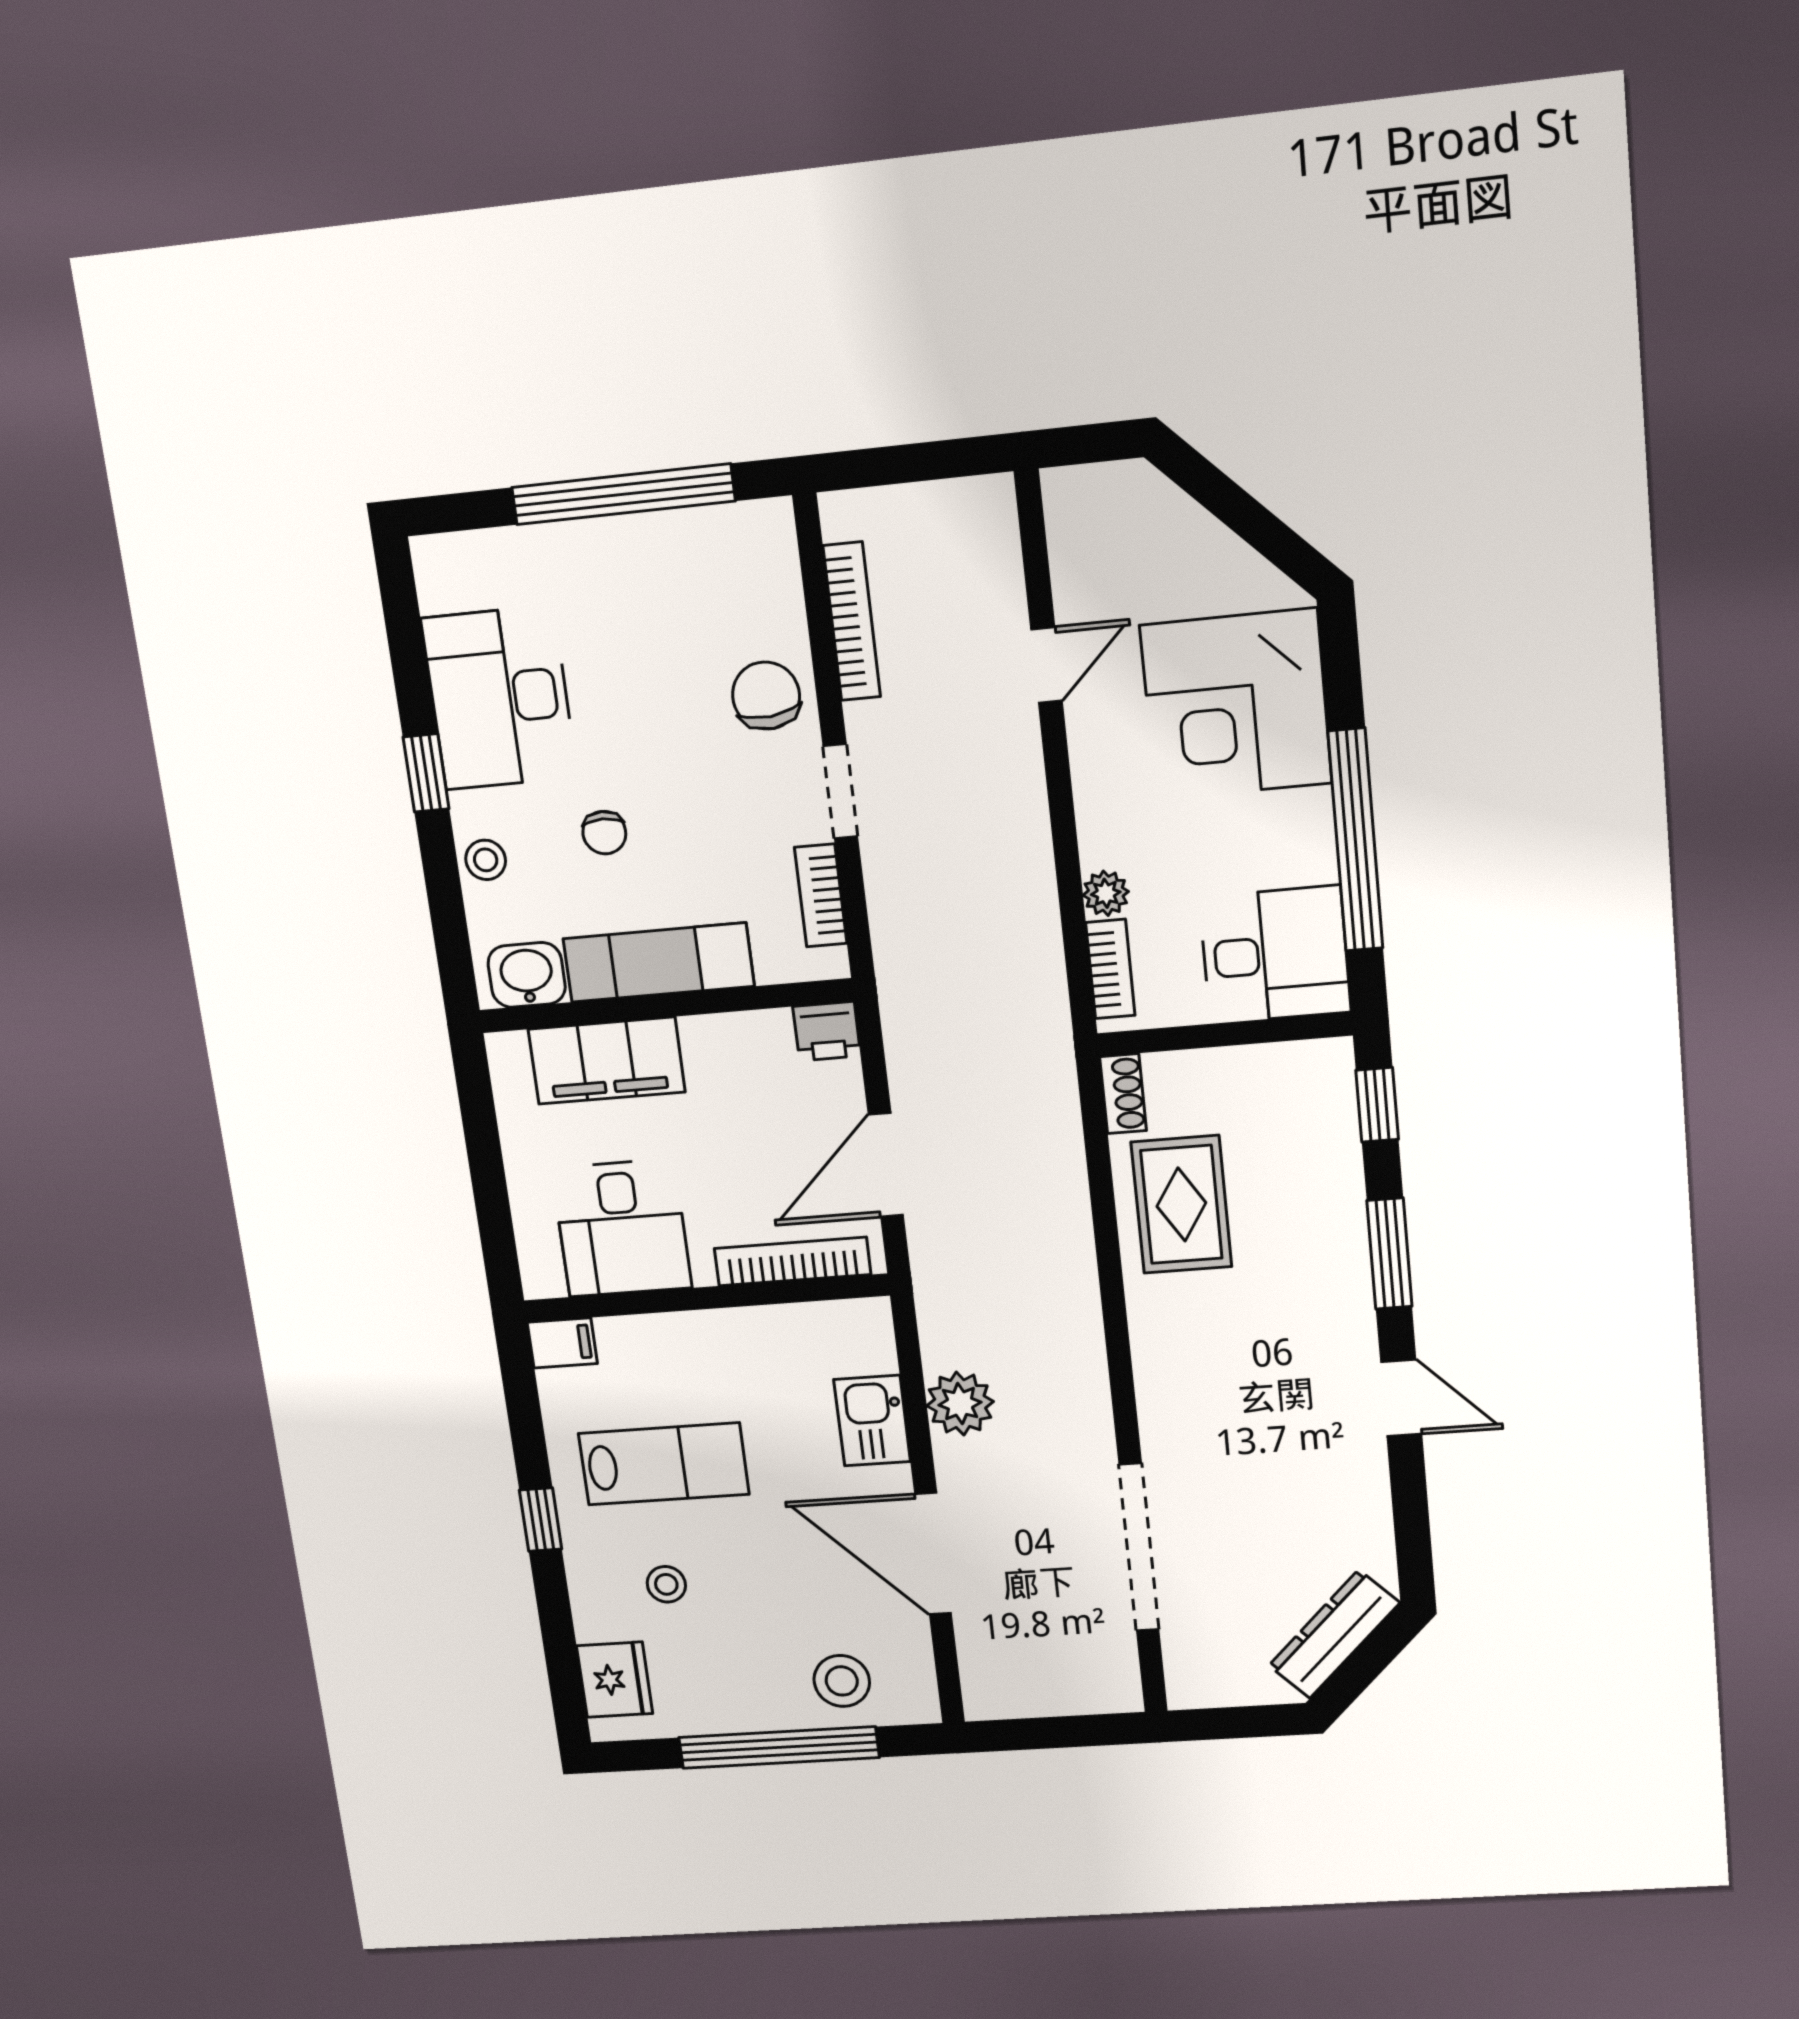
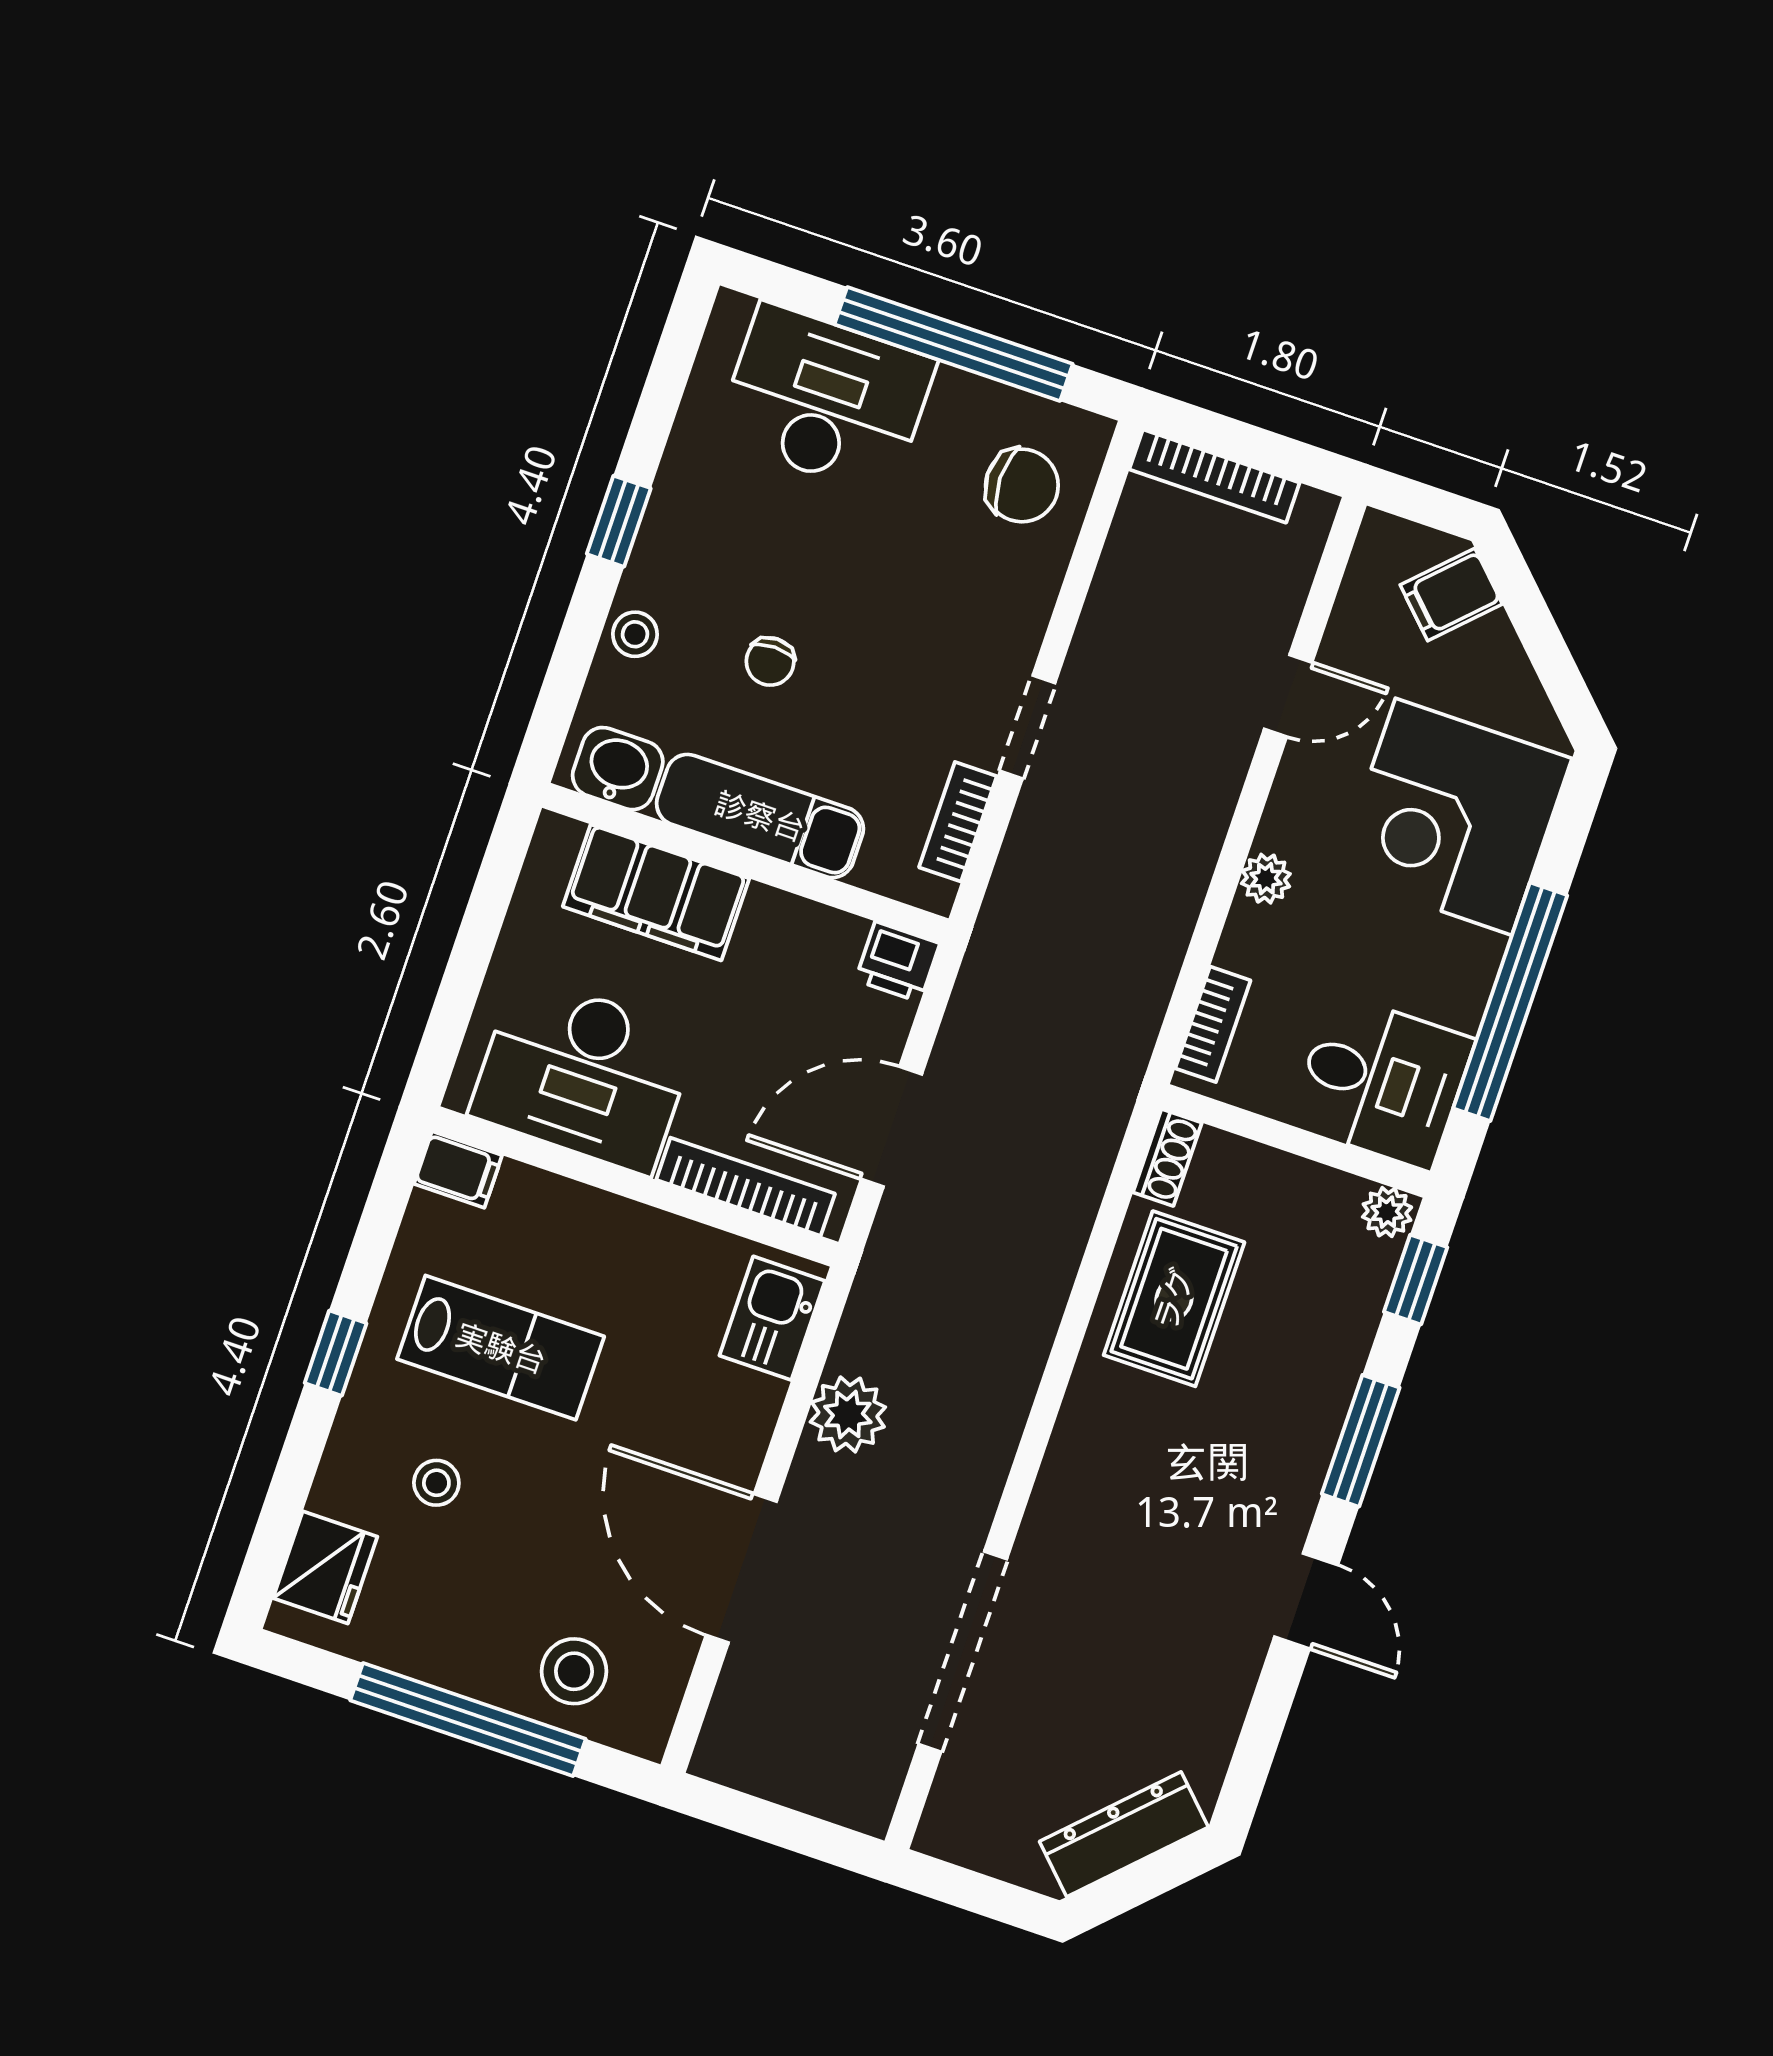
filing cabinet: (1147, 512) -> (1451, 595), added
bookcase: (852, 621) -> (1214, 476), moved, turned 90
chair: (766, 696) -> (1022, 485), moved, turned 96
desk: (499, 698) -> (826, 400), moved, turned 90
plant: (1106, 893) -> (1266, 879), moved
plant: (1328, 1060) -> (1387, 1212), added
desk: (622, 1228) -> (583, 1074), width x1.37
kitchen sink: (872, 1421) -> (772, 1318), moved

